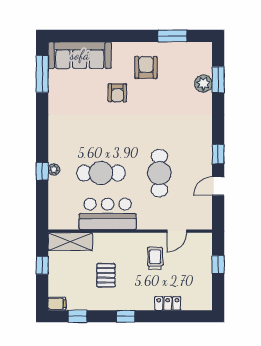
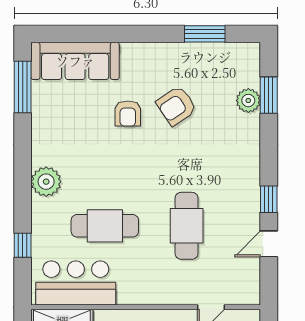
armchair: (146, 67) -> (176, 106), moved, turned -124
plant: (54, 170) -> (46, 182), moved, width x1.88, depth x1.88
window: (42, 171) -> (23, 245), moved
bar counter: (108, 214) -> (76, 283), moved

